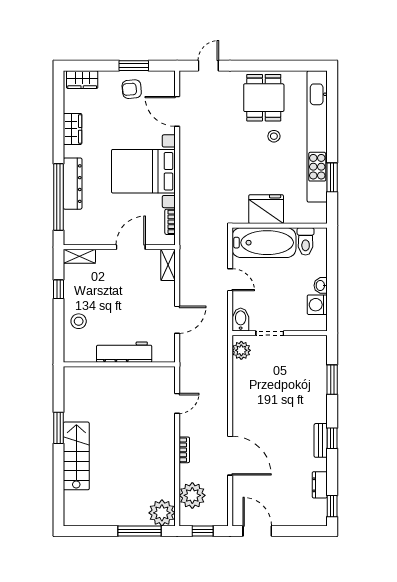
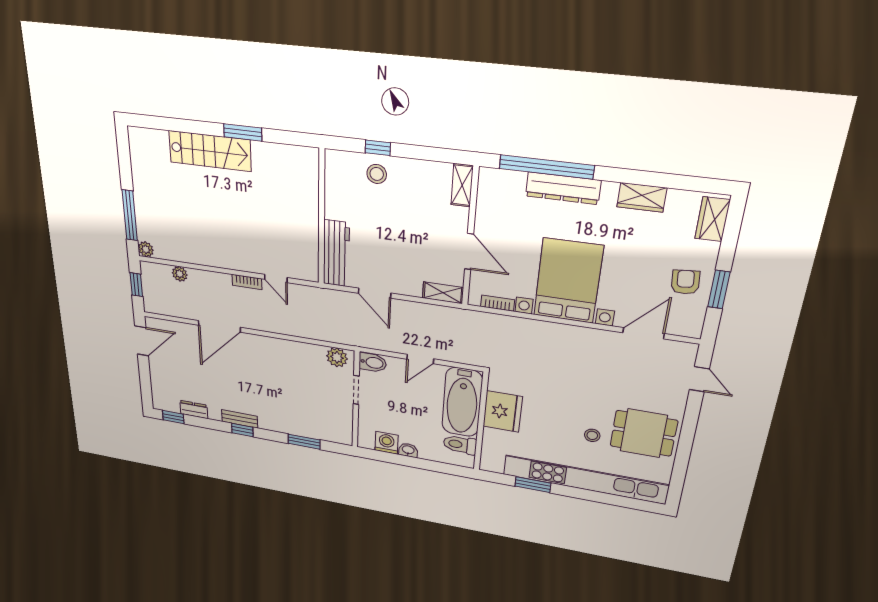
window: (58, 289) -> (378, 148), moved
workbench: (124, 352) -> (336, 254), moved
bookcase: (184, 450) -> (247, 282), moved
plant: (192, 495) -> (180, 274), width x0.53, depth x0.53
plant: (162, 513) -> (146, 249), width x0.53, depth x0.53

